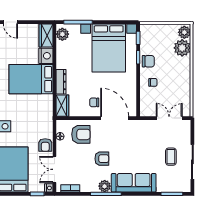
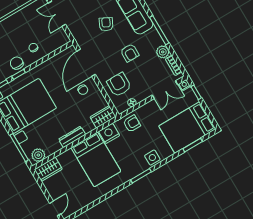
nightstand: (46, 56) -> (109, 133), moved
dresser: (61, 82) -> (72, 137), moved
armchair: (45, 145) -> (132, 124), moved
armchair: (137, 153) -> (106, 24), added
armchair: (102, 159) -> (130, 53), turned 180
plant: (105, 186) -> (163, 52), moved

